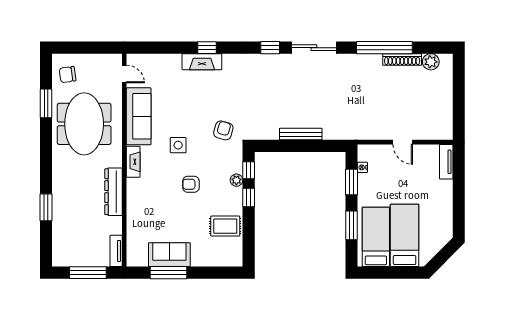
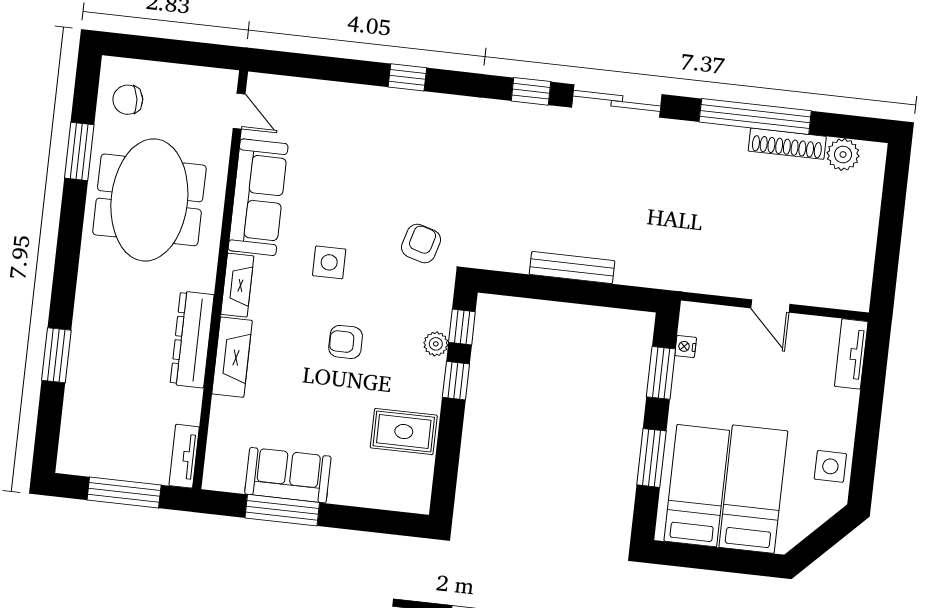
fireplace: (202, 62) -> (232, 357), moved, turned -90
side table: (442, 220) -> (830, 466), added

